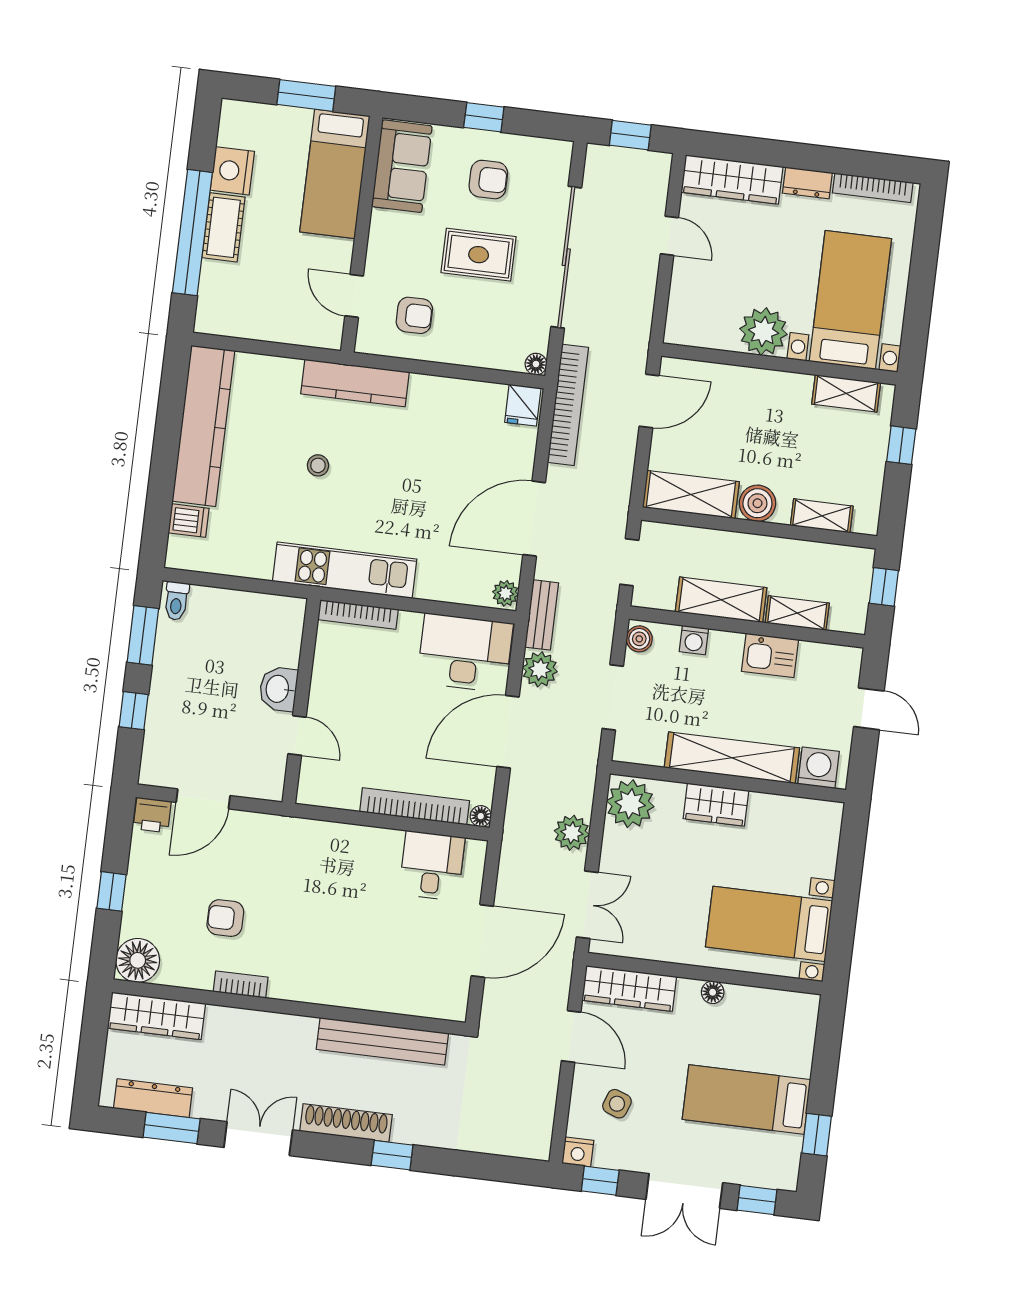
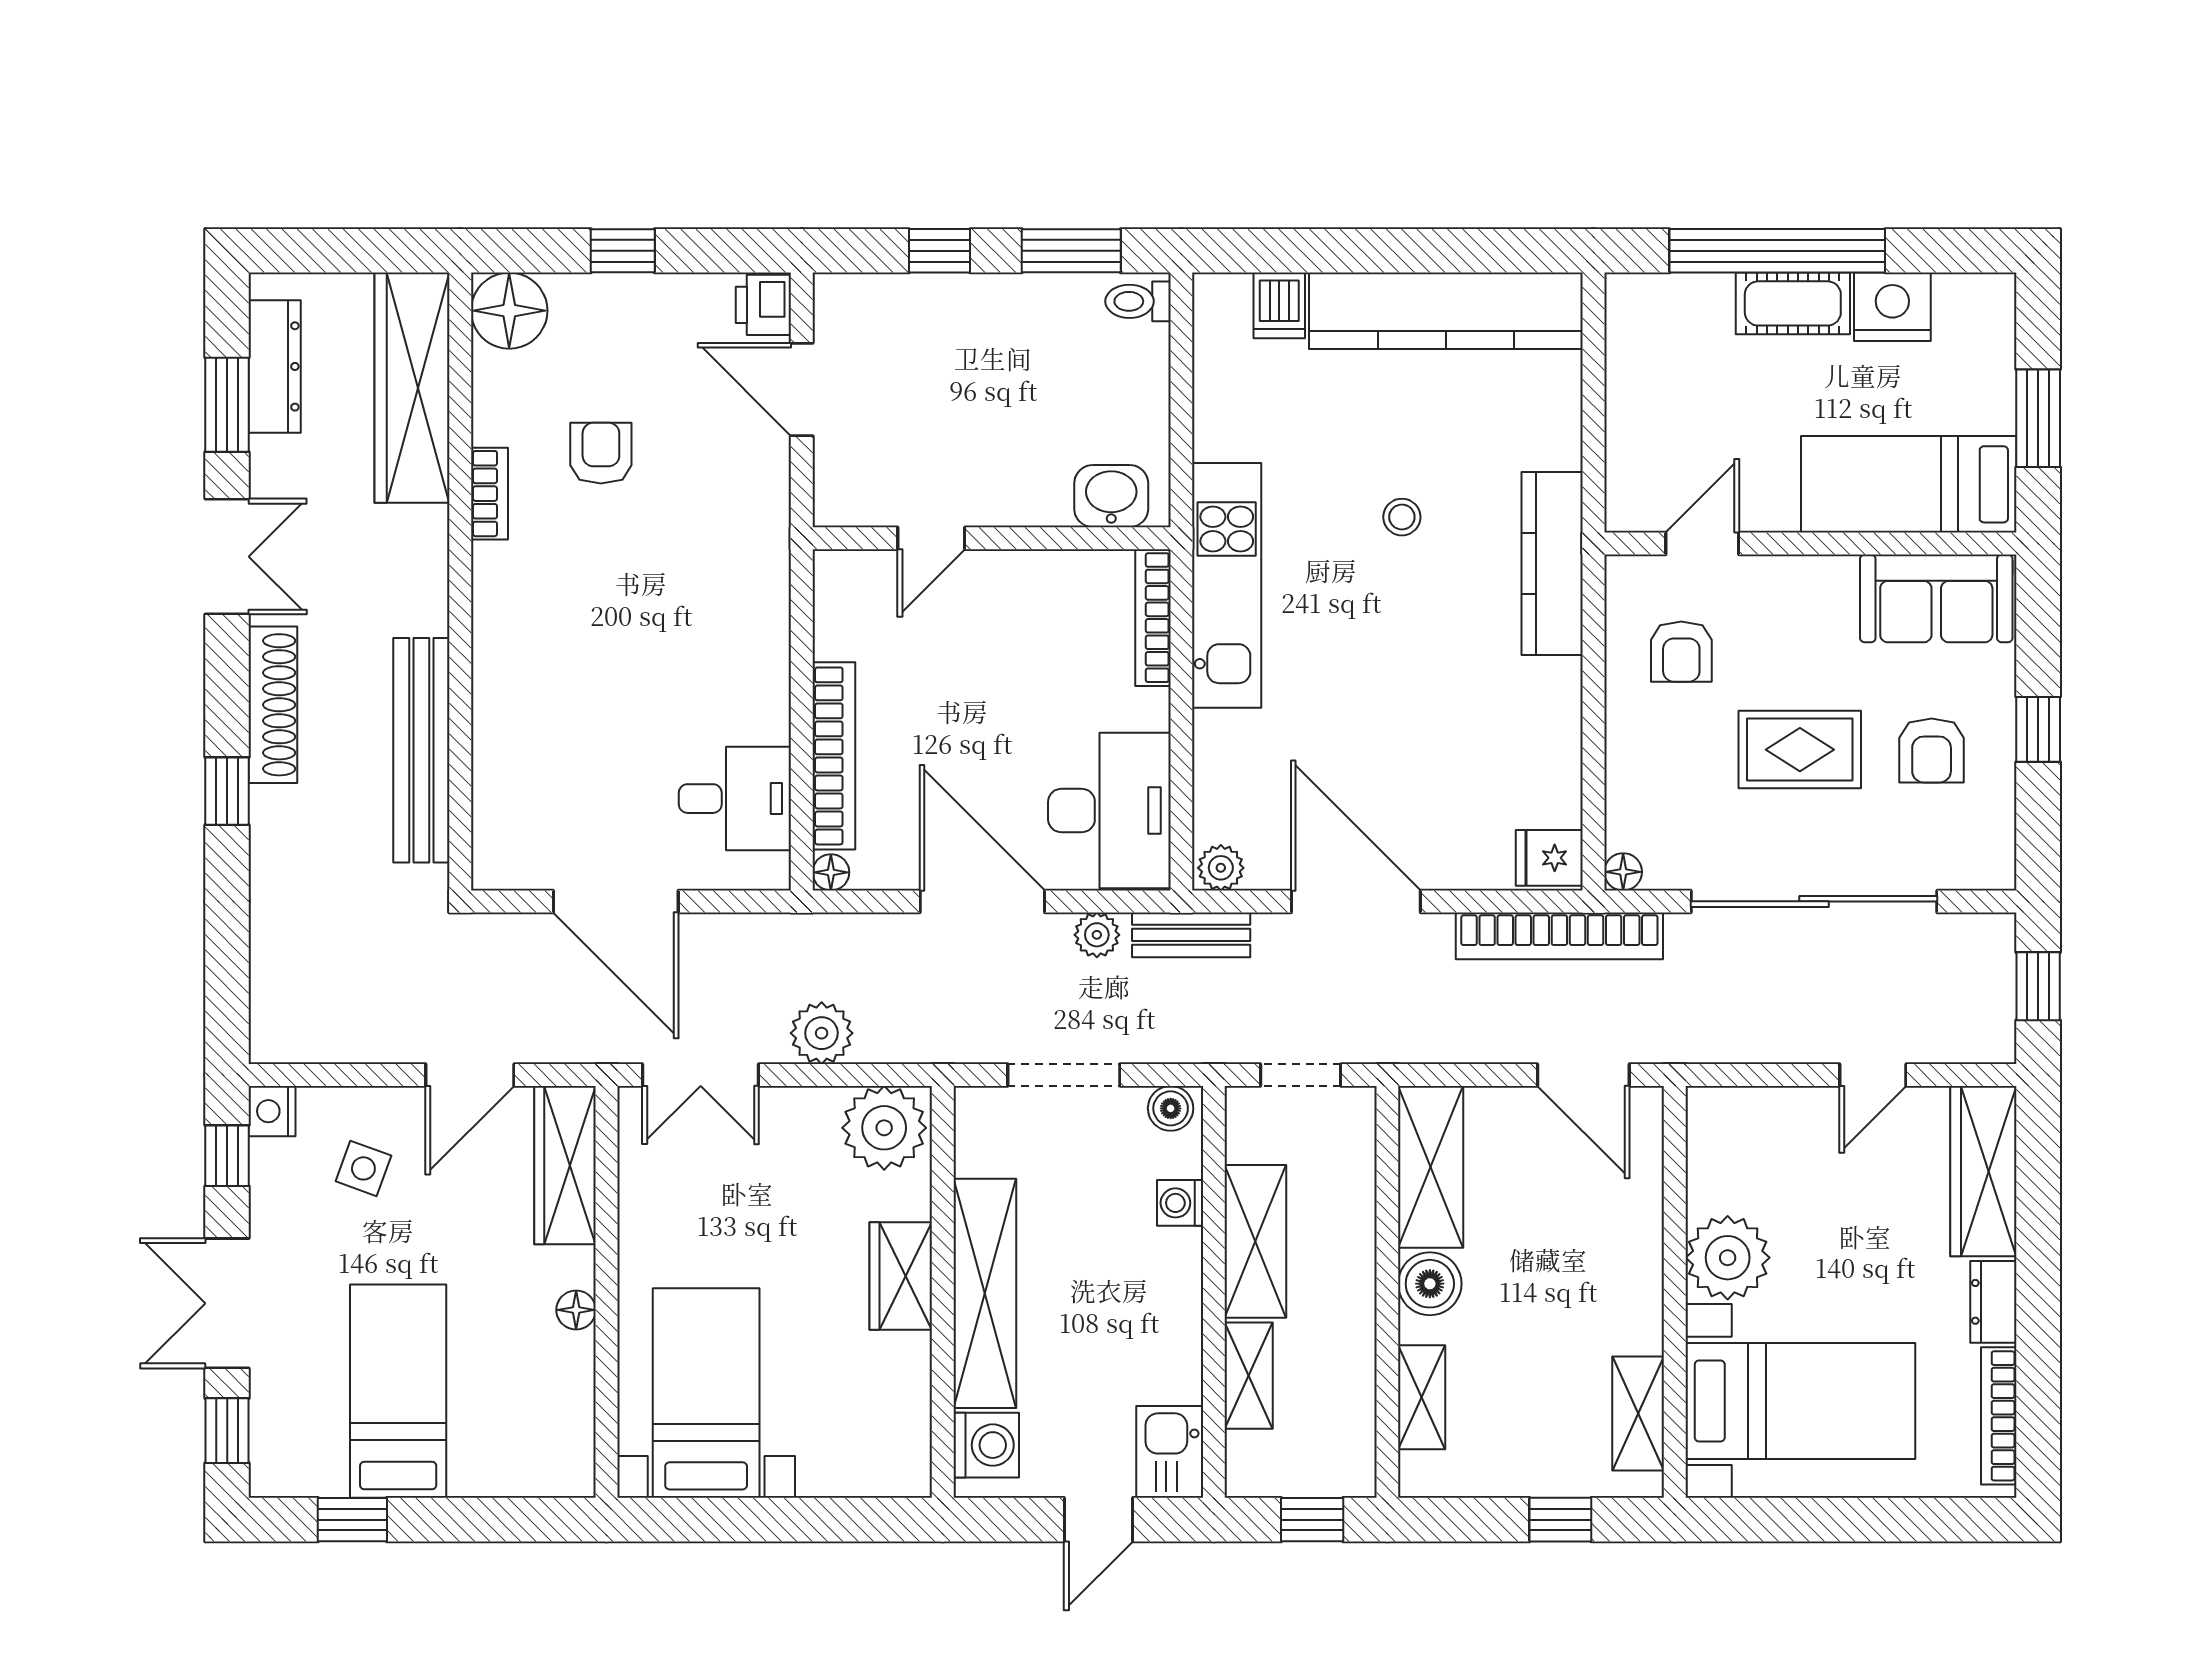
rug: (479, 255) -> (1800, 750), turned 90
kitchen sink: (770, 655) -> (1170, 1452), moved
plant: (540, 669) -> (1097, 935), width x0.73, depth x0.73
washbasin: (278, 689) -> (1111, 496), moved
wardrobe: (156, 1016) -> (412, 388), width x1.40, depth x1.17

